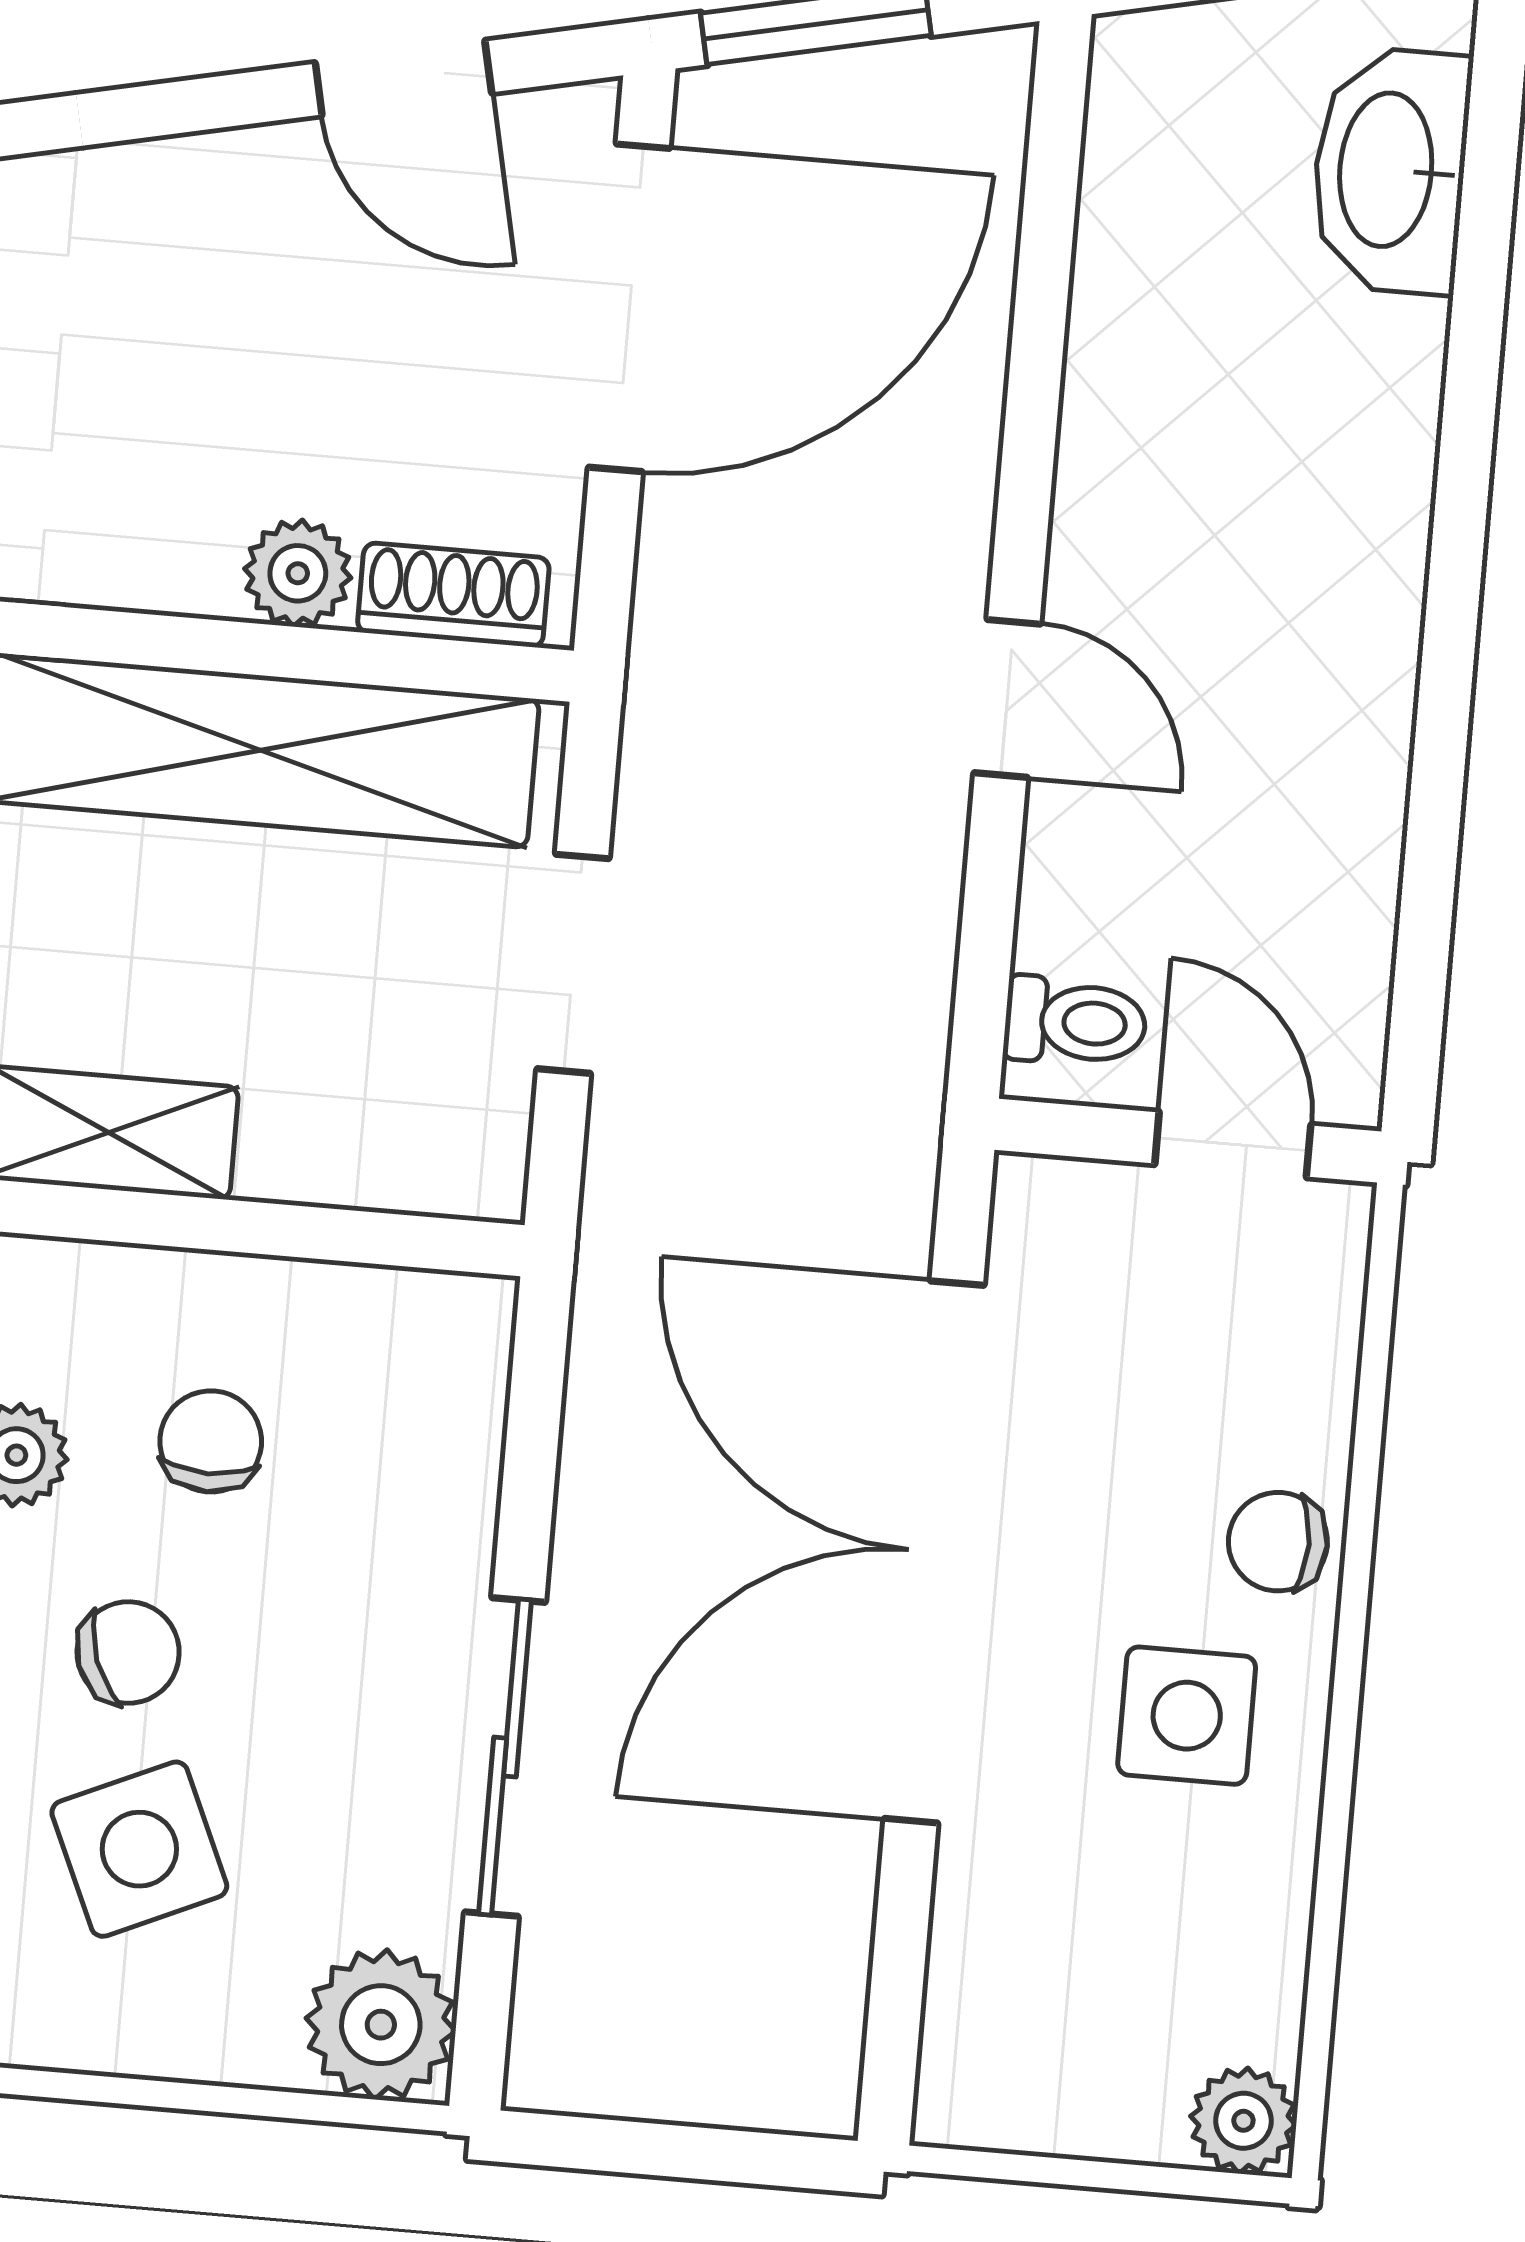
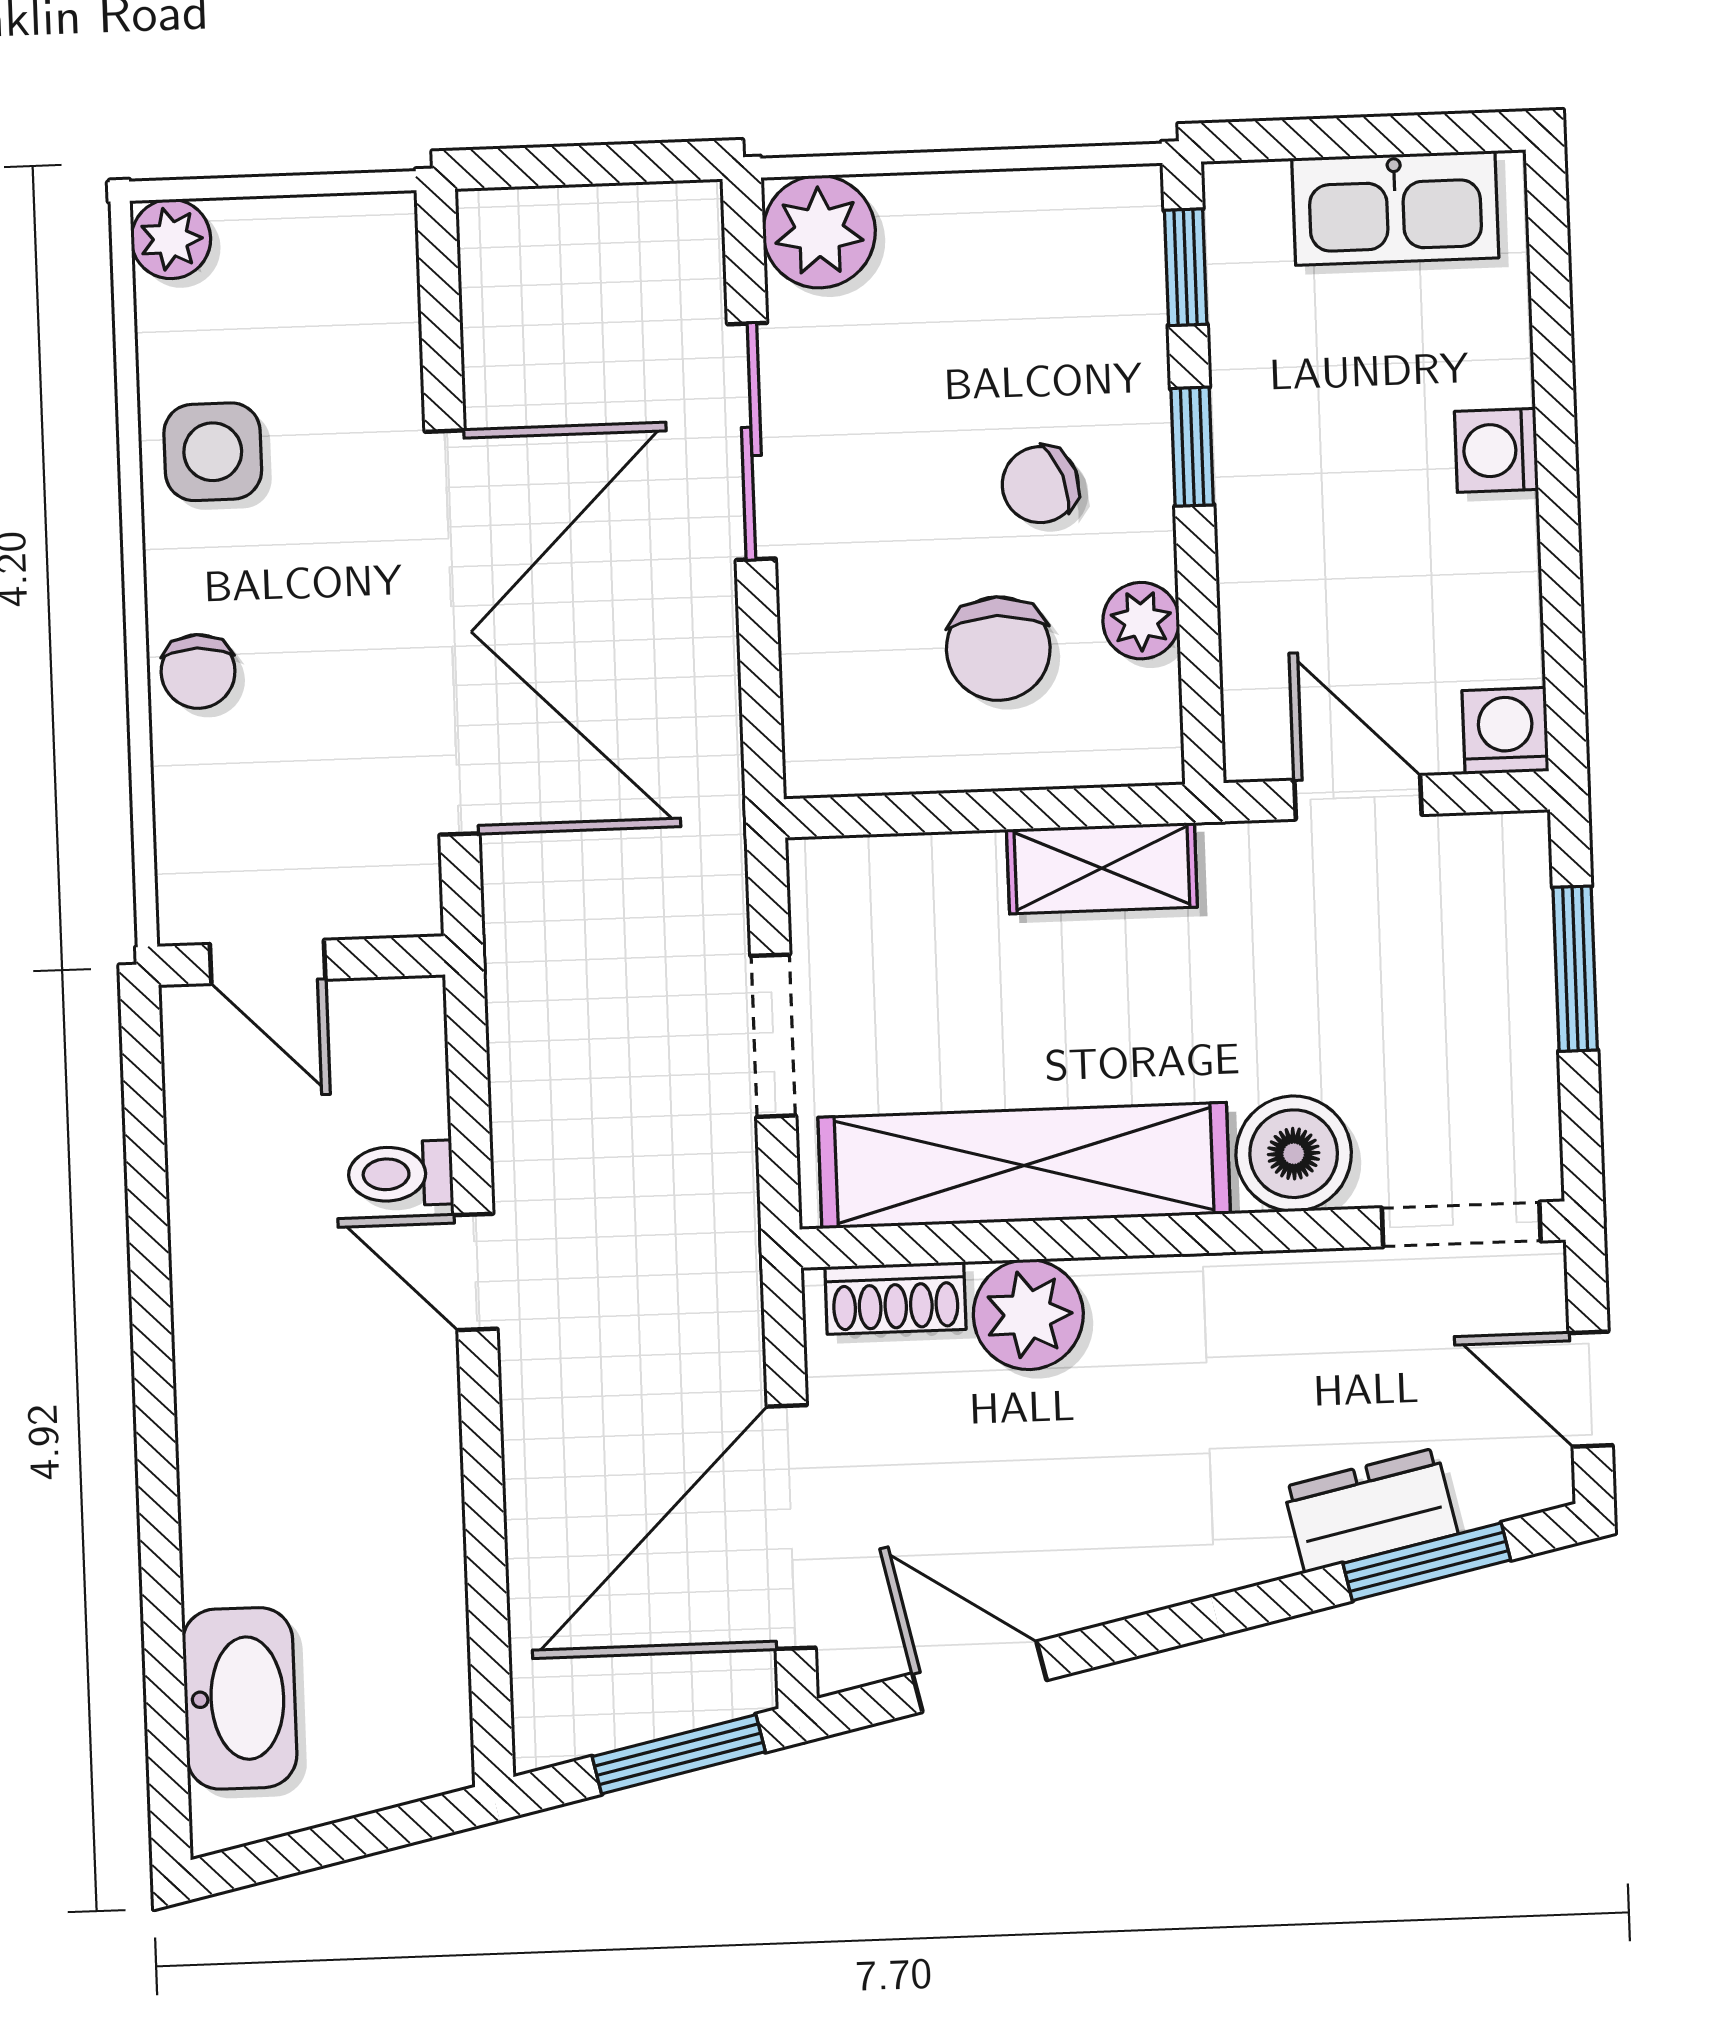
plant: (298, 573) -> (1028, 1315), width x1.38, depth x1.38
toilet: (1075, 1022) -> (401, 1174), moved
chair: (211, 1441) -> (998, 649), width x1.37, depth x1.37
chair: (1278, 1542) -> (198, 671), turned 90
side table: (1187, 1716) -> (213, 452), moved
side table: (139, 1849) -> (1014, 340), removed

